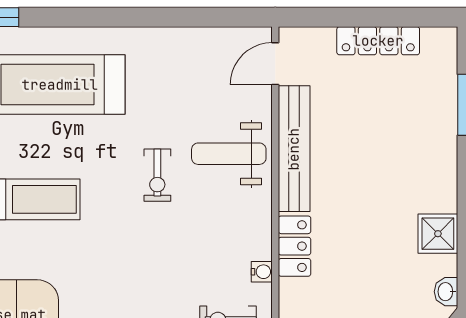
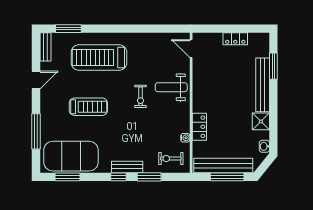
locker: (378, 41) -> (235, 39), width x0.66
door: (275, 64) -> (191, 49), hinge flipped
bench: (294, 149) -> (263, 85), moved

